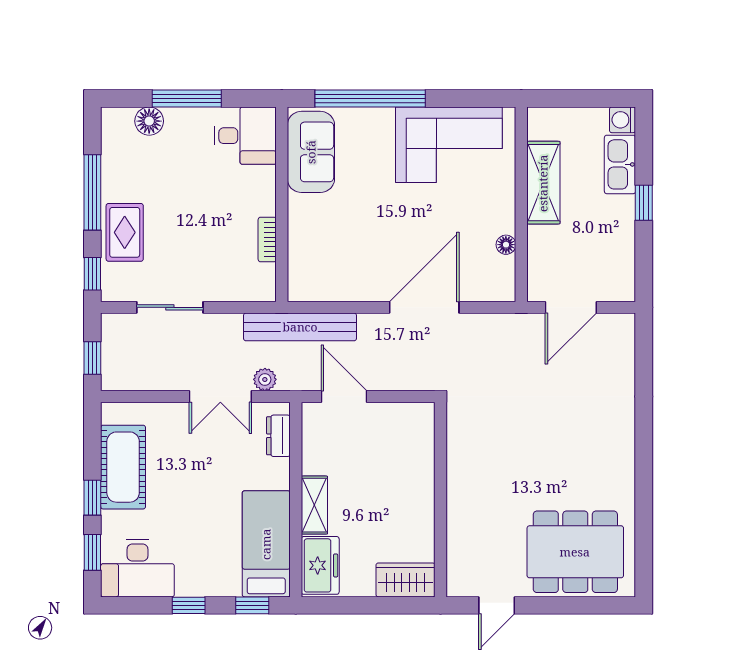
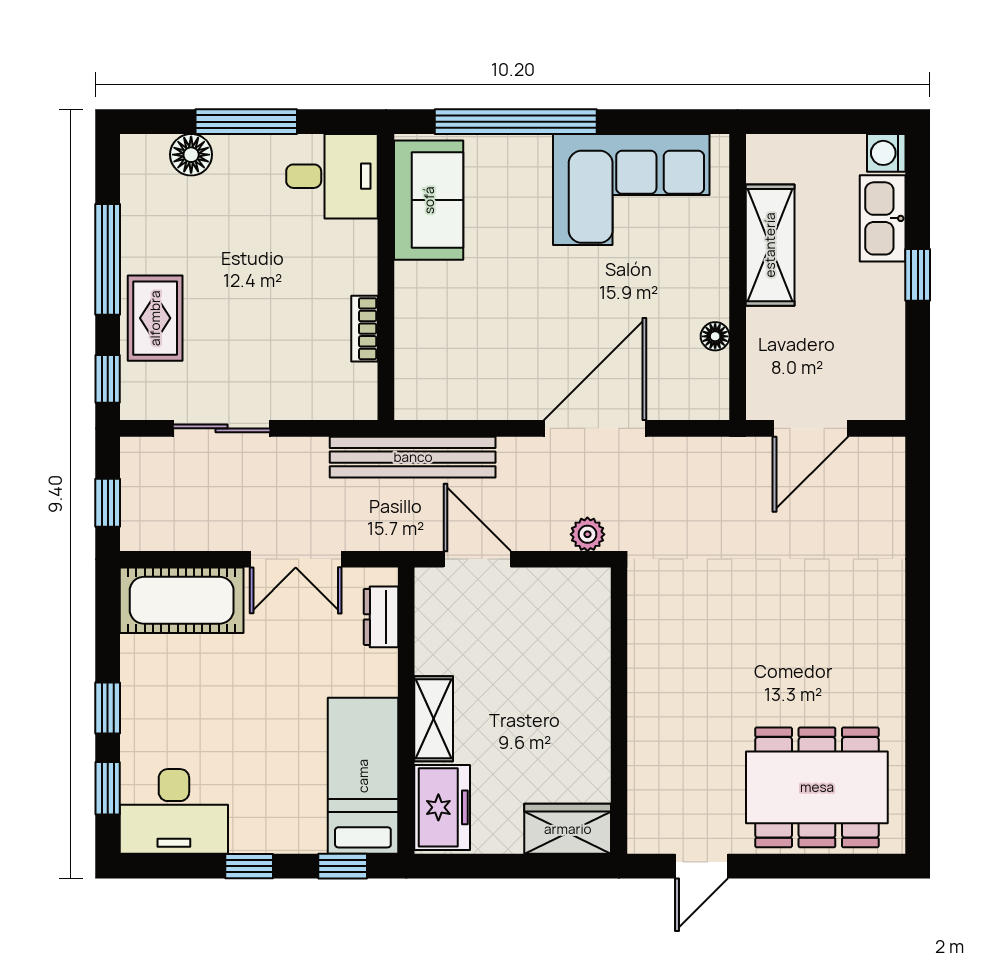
plant: (265, 379) -> (587, 534), moved
cot: (123, 467) -> (182, 600), moved, turned 90

